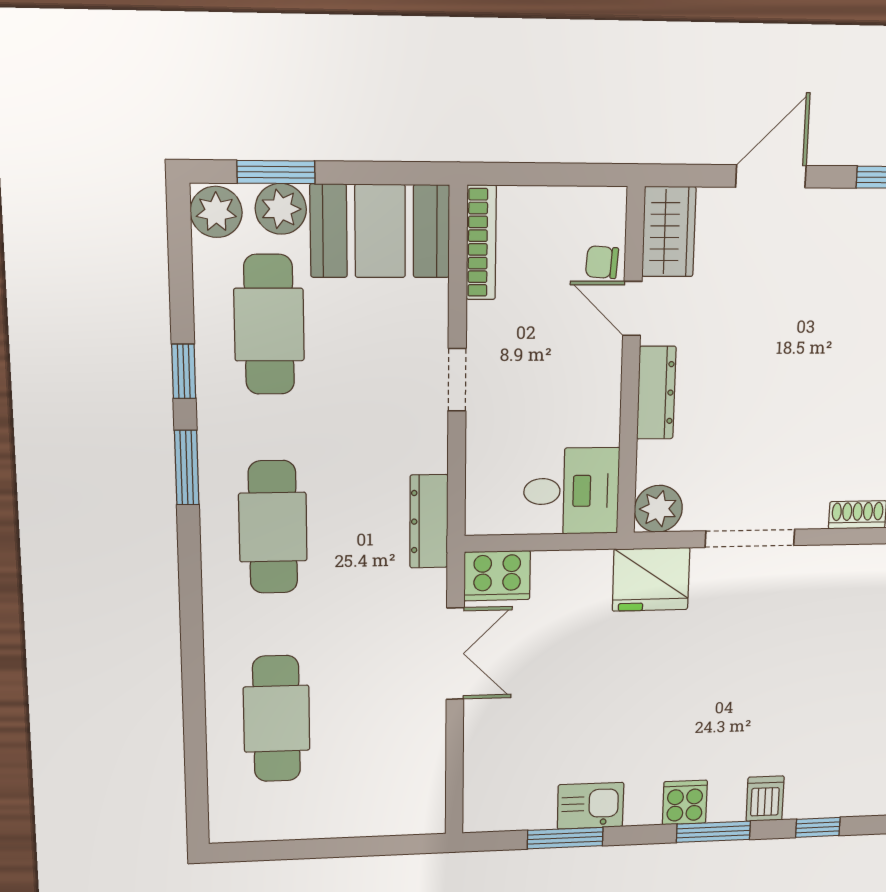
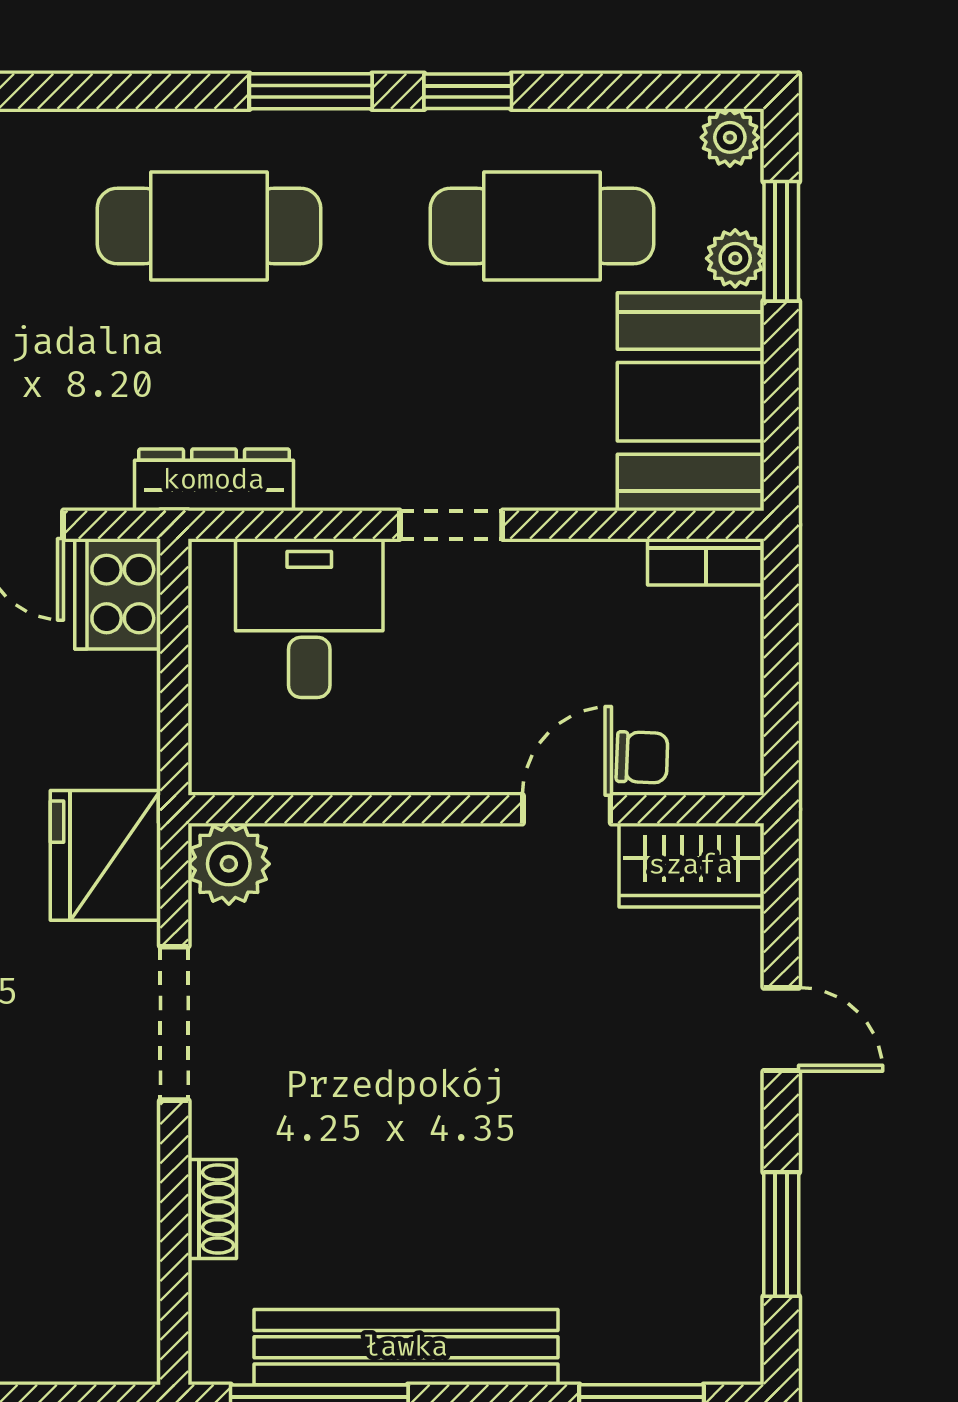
door: (771, 176) -> (781, 1029), width x0.73
plant: (281, 209) -> (735, 258), width x0.73, depth x0.73
plant: (216, 212) -> (730, 137), width x0.73, depth x0.73
bookcase: (481, 243) -> (706, 562), width x0.64
chair: (602, 262) -> (642, 757), turned 88
dresser: (656, 393) -> (427, 854), removed
desk: (571, 491) -> (309, 618), moved, turned 180

